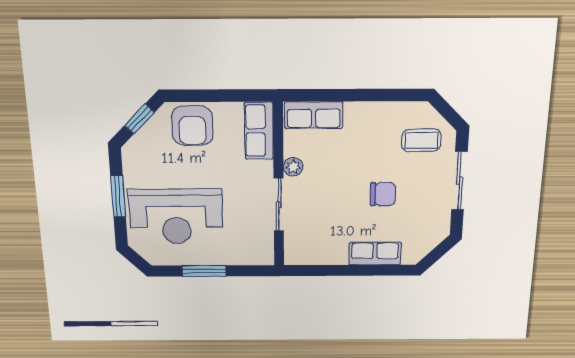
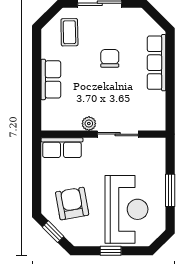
row of seats: (314, 115) -> (51, 79), moved
armchair: (192, 126) -> (72, 204), moved, turned -100
window: (118, 196) -> (111, 251), width x0.67
row of seats: (375, 254) -> (157, 63), width x1.48

